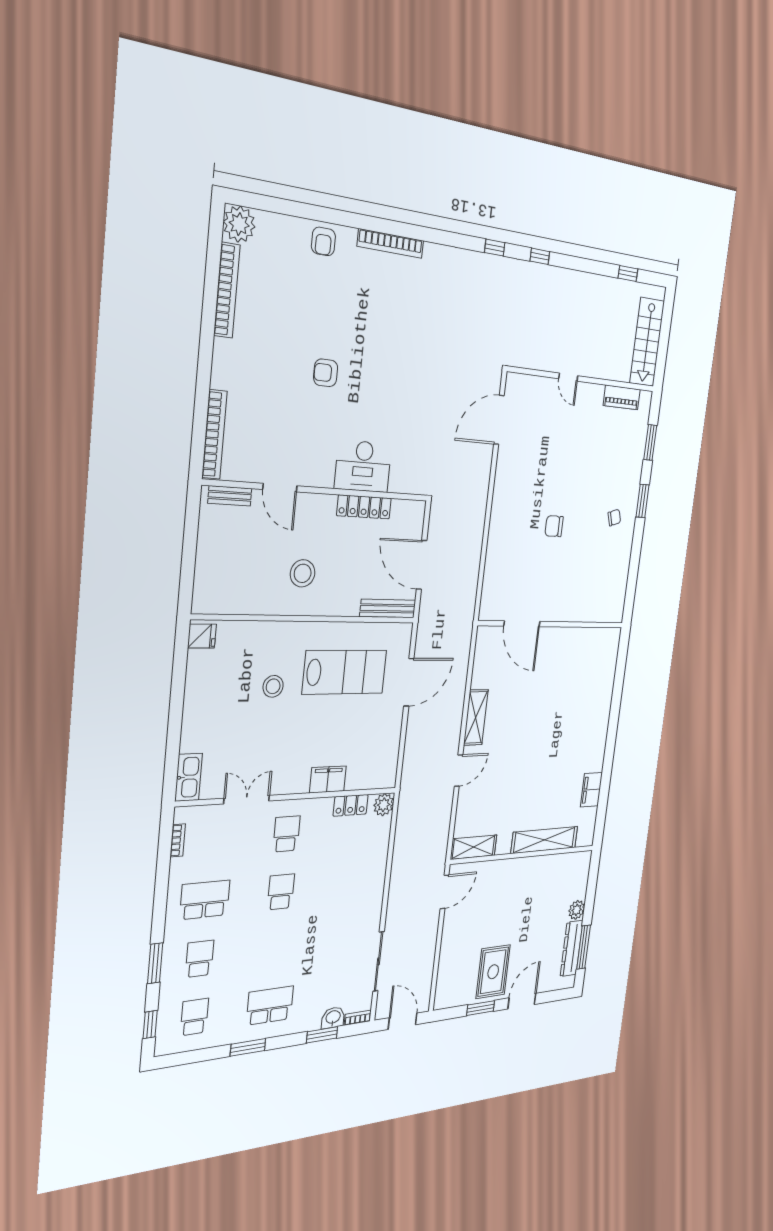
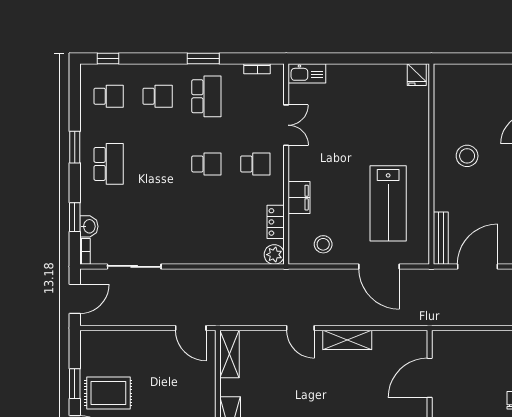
stool: (273, 686) -> (323, 244), moved
window: (155, 963) -> (203, 58), moved

